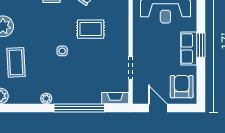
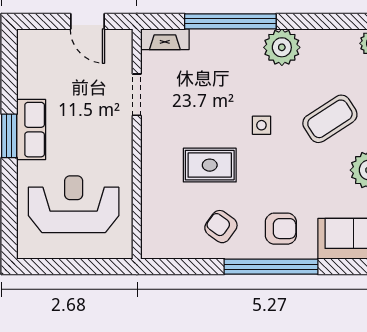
coffee table: (16, 62) -> (330, 119), moved, turned 60
armchair: (182, 87) -> (44, 60), removed
plant: (46, 98) -> (282, 47), width x1.88, depth x1.88

